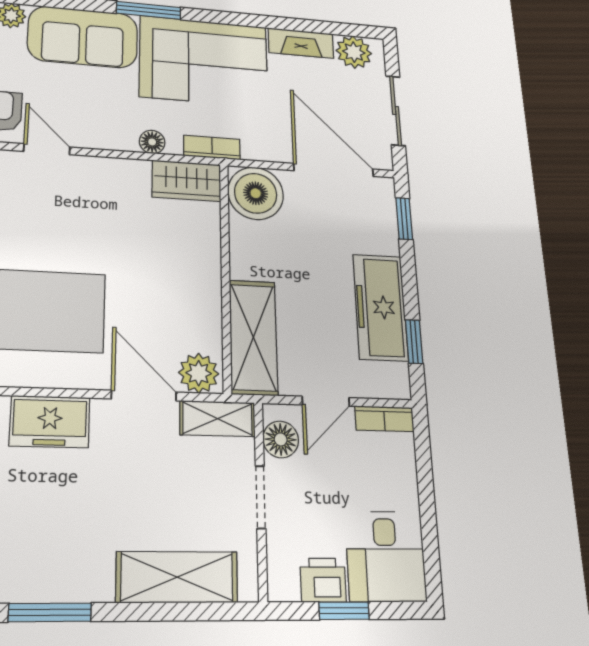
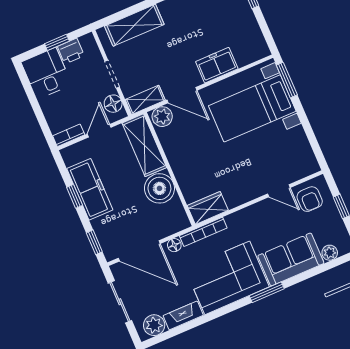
floor lamp: (152, 142) -> (174, 245), moved
bookcase: (212, 148) -> (203, 232), width x1.56
boiler: (256, 193) -> (159, 188), moved
window: (414, 342) -> (75, 196), moved

